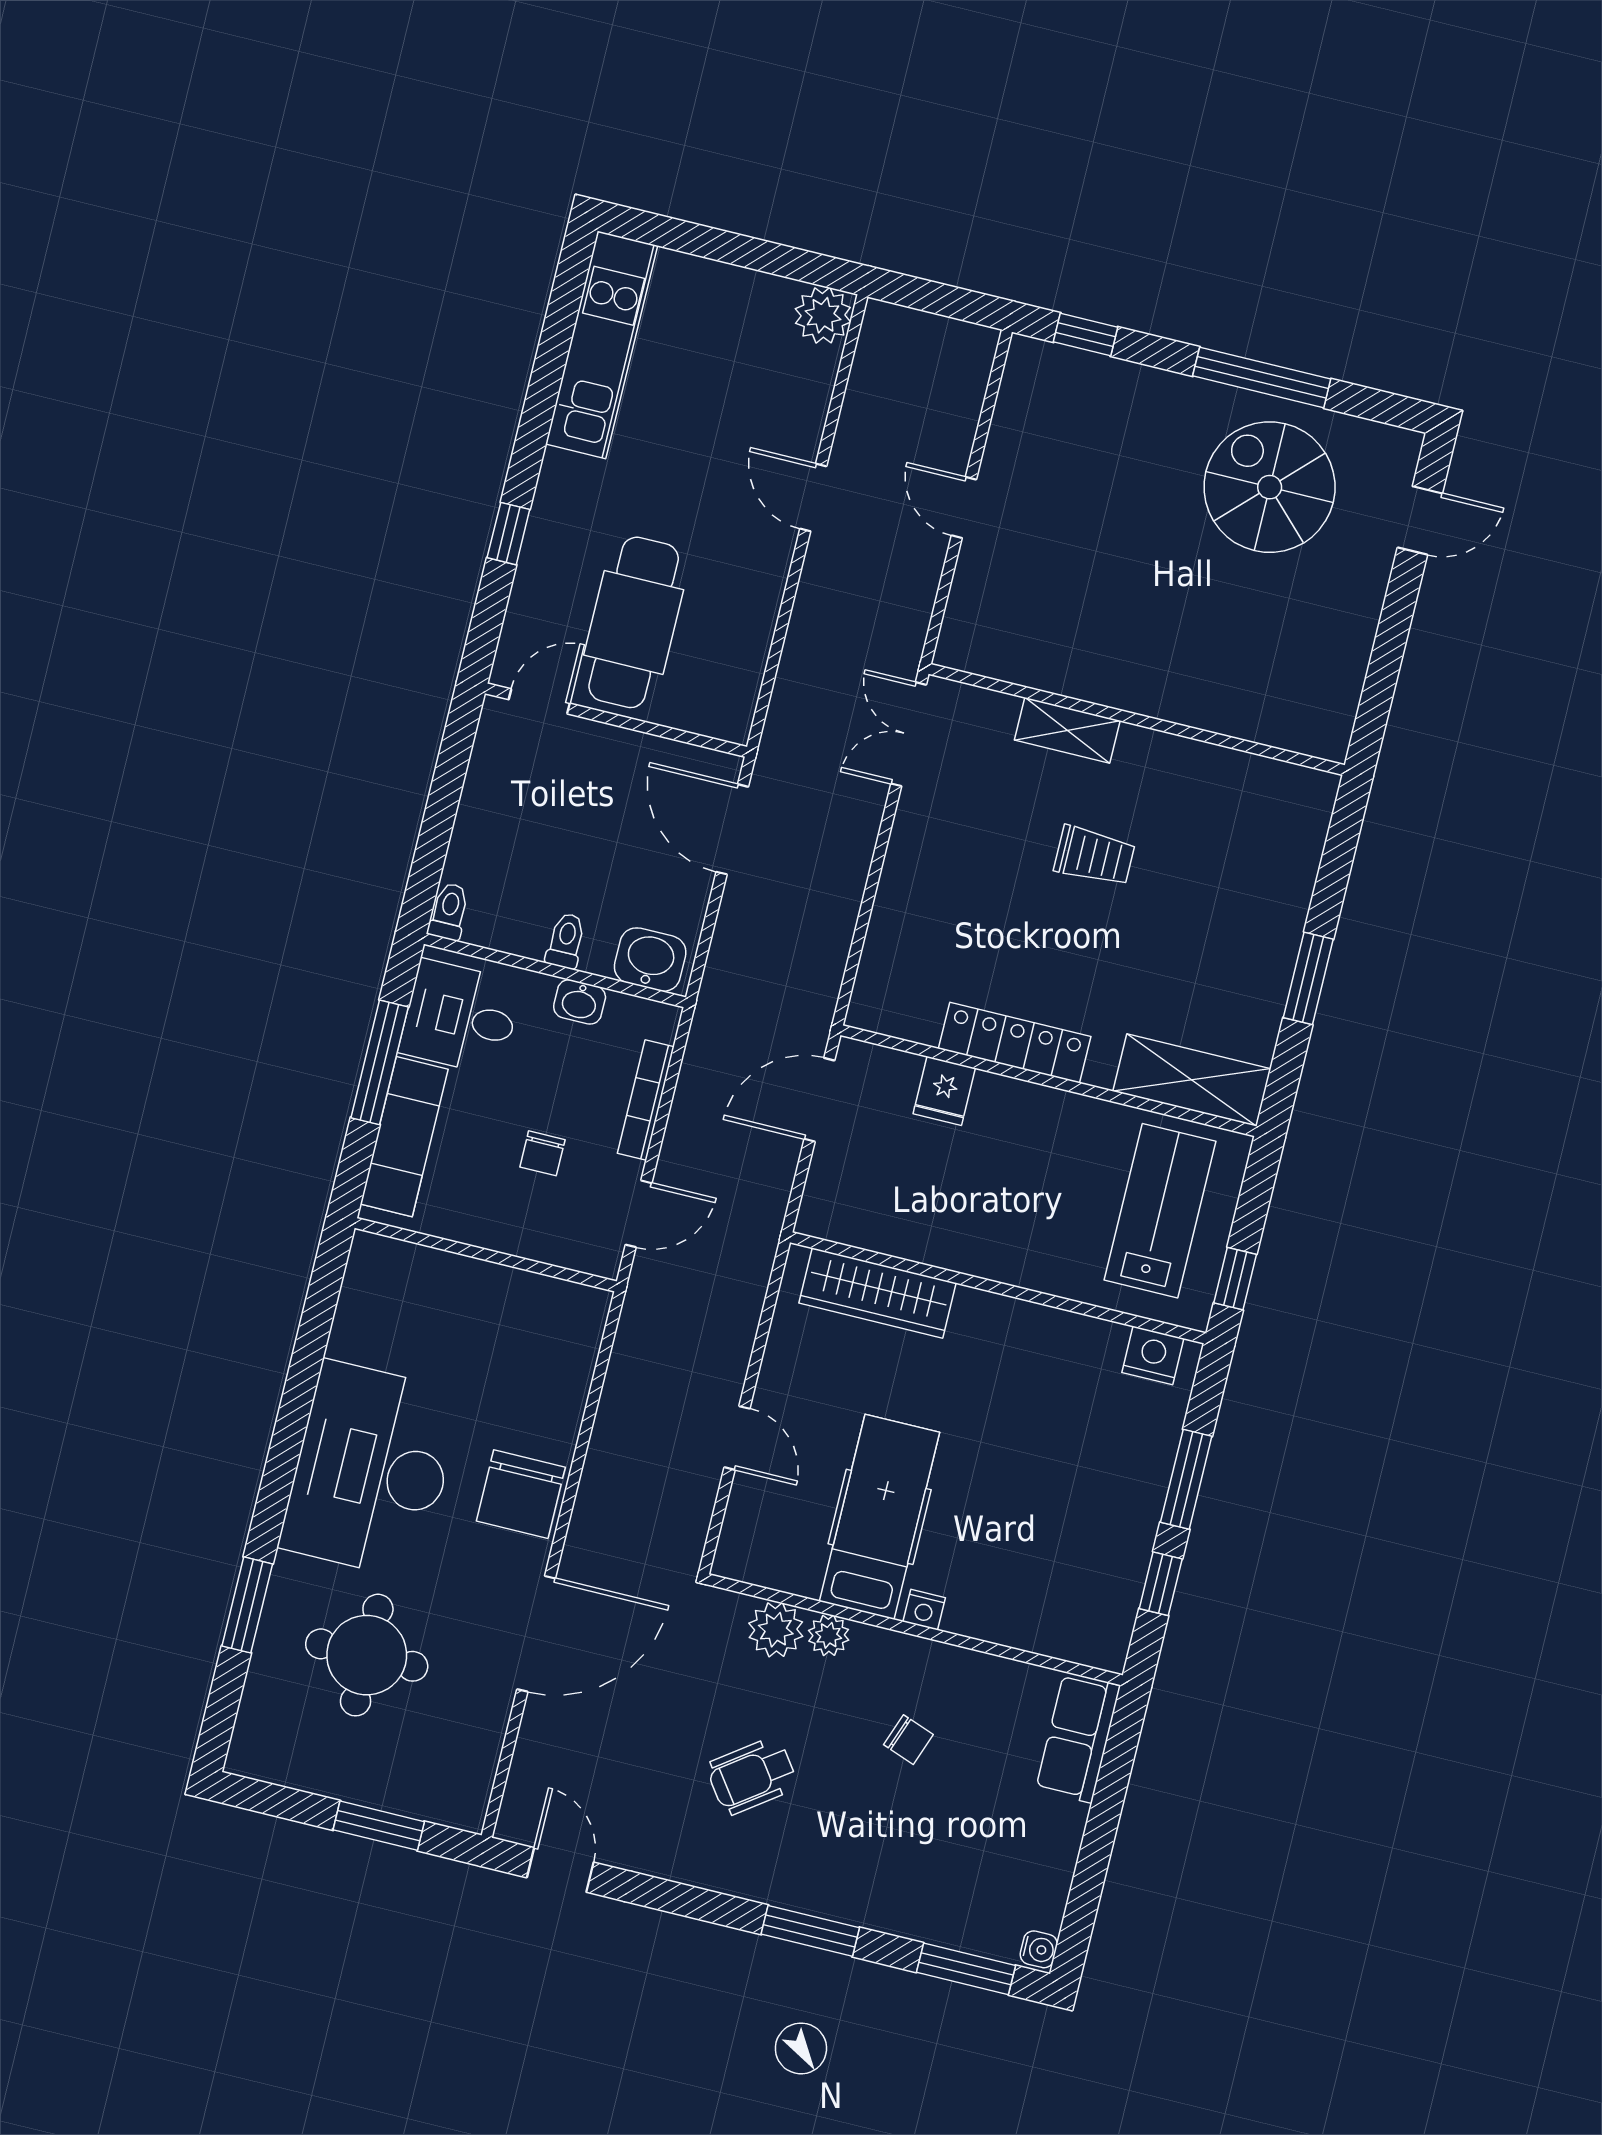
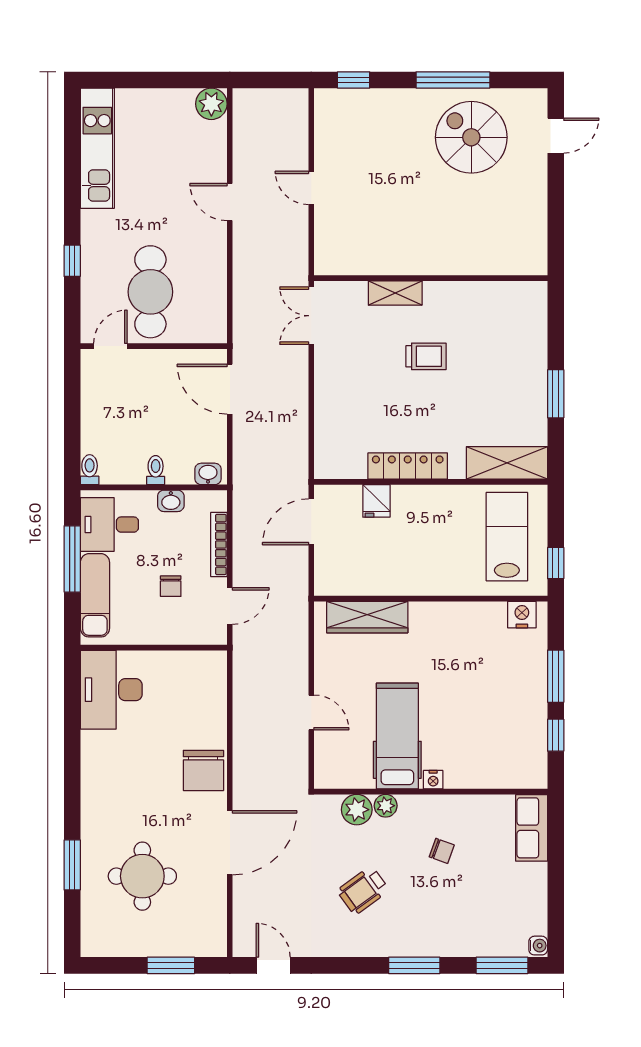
washbasin: (650, 960) -> (208, 474), width x0.72, depth x0.69
desk: (371, 1470) -> (111, 690), moved, width x0.73, depth x0.77

